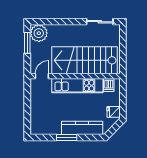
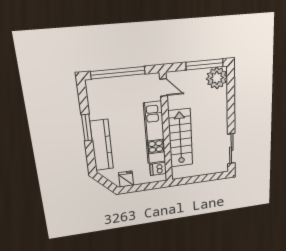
window: (27, 43) -> (205, 64), width x1.44
stairs: (85, 60) -> (180, 138), width x0.73, depth x0.66
window: (27, 110) -> (118, 73), added

